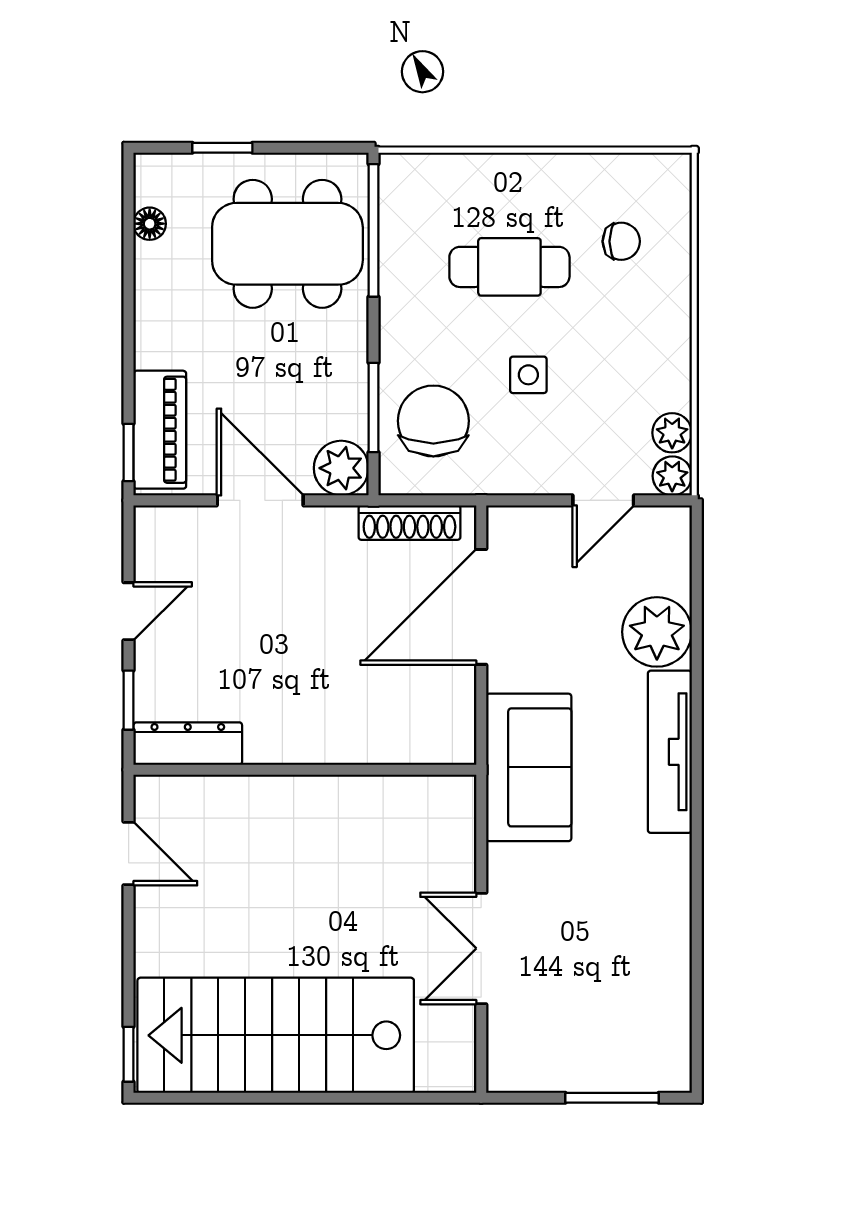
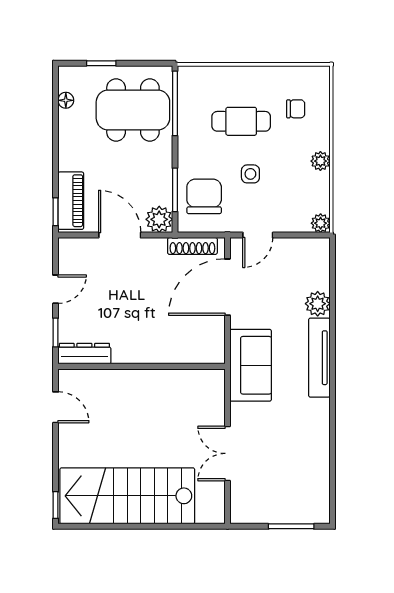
plant: (672, 433) -> (320, 161), moved
door: (603, 500) -> (258, 235), moved
plant: (657, 632) -> (318, 304), width x0.73, depth x0.73

